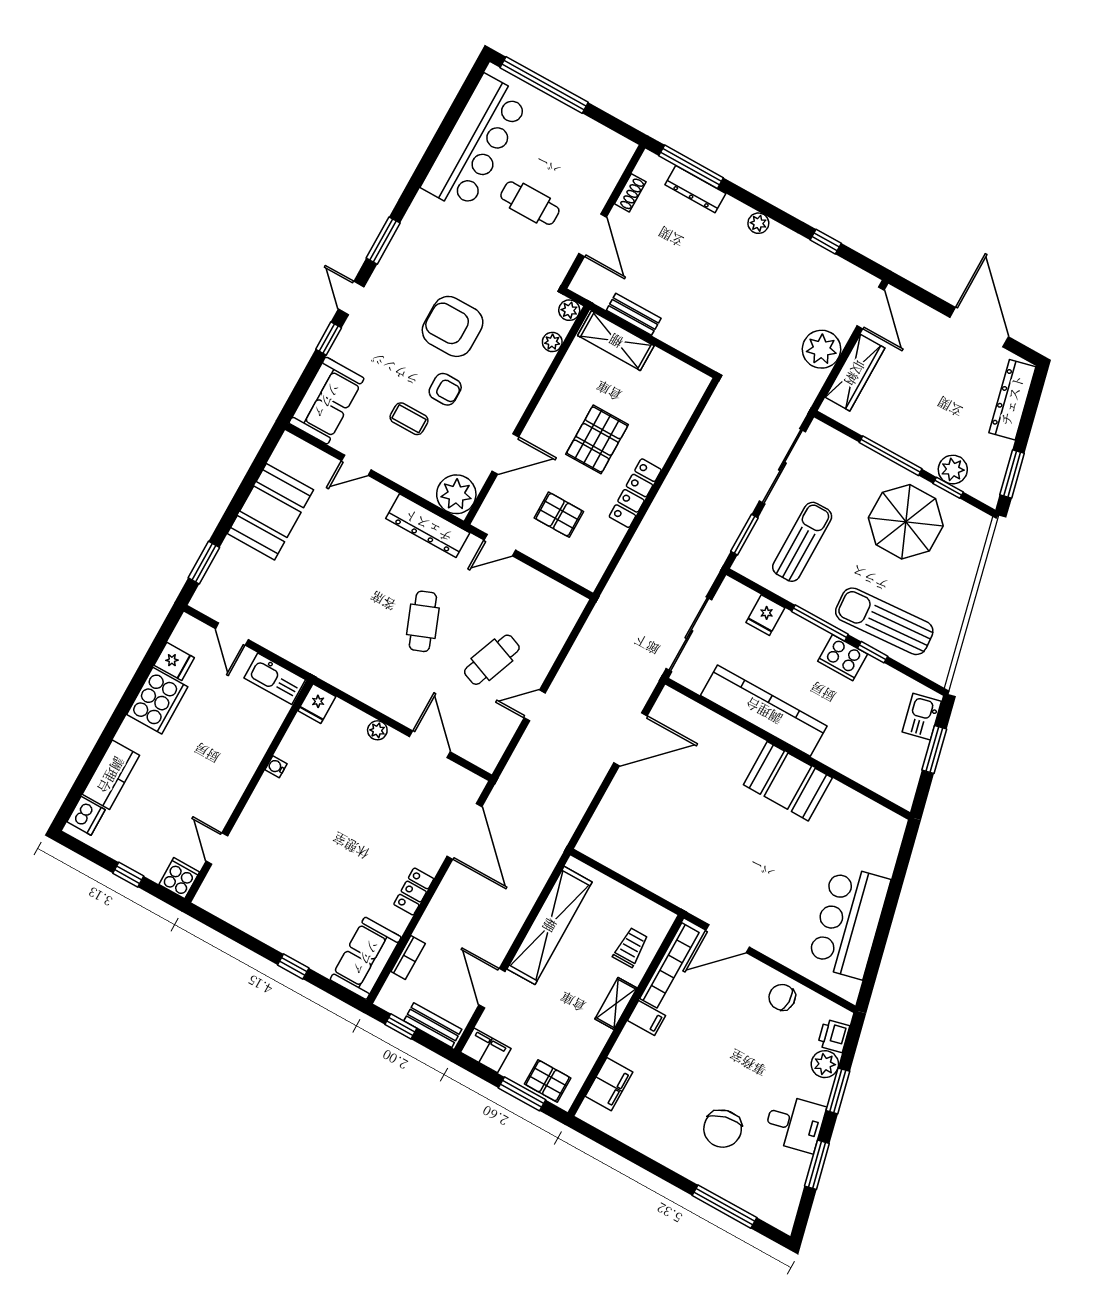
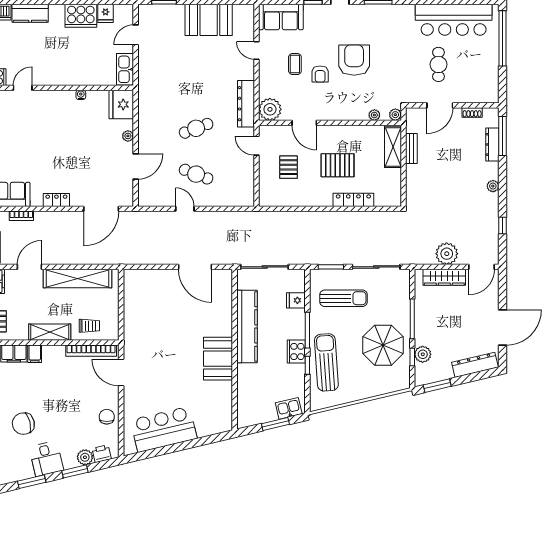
locker: (635, 493) -> (353, 200), moved
fridge: (317, 704) -> (121, 104), width x1.88, depth x1.34
shelving: (616, 1003) -> (50, 332), width x1.50, depth x1.33
filing cabinet: (647, 1018) -> (35, 354), moved

